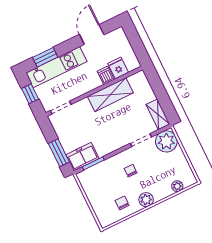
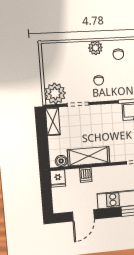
fridge: (118, 68) -> (58, 178), moved
boiler: (135, 80) -> (61, 161), added
plant: (177, 186) -> (62, 48), removed

